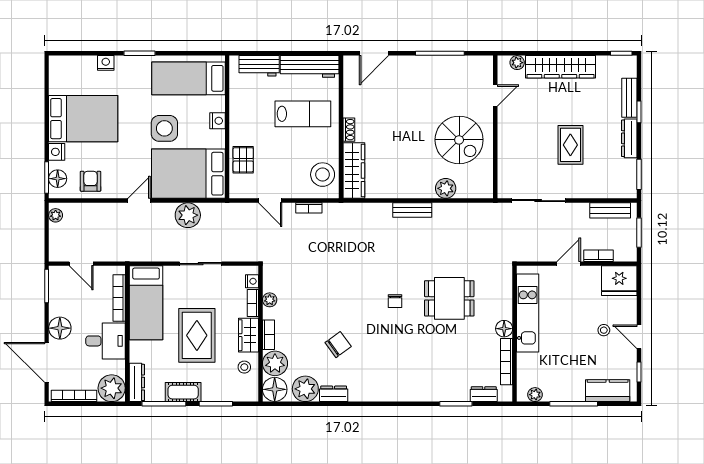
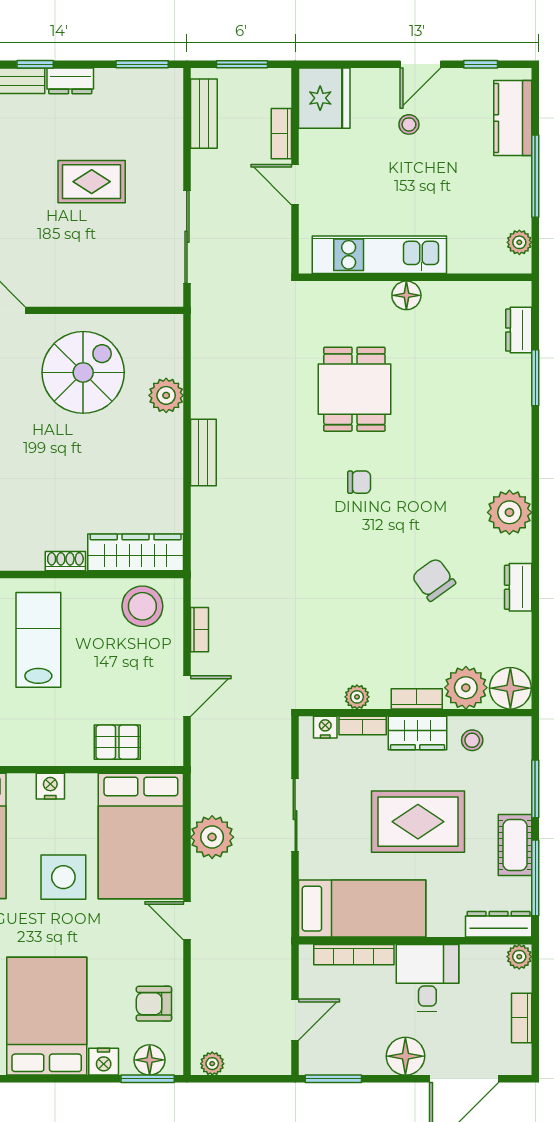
dresser: (629, 138) -> (70, 81), width x0.70
bookcase: (507, 362) -> (463, 291), removed
plant: (112, 388) -> (519, 957), width x0.53, depth x0.53
plant: (305, 389) -> (509, 512), moved
bookcase: (74, 396) -> (522, 1018), width x0.64

